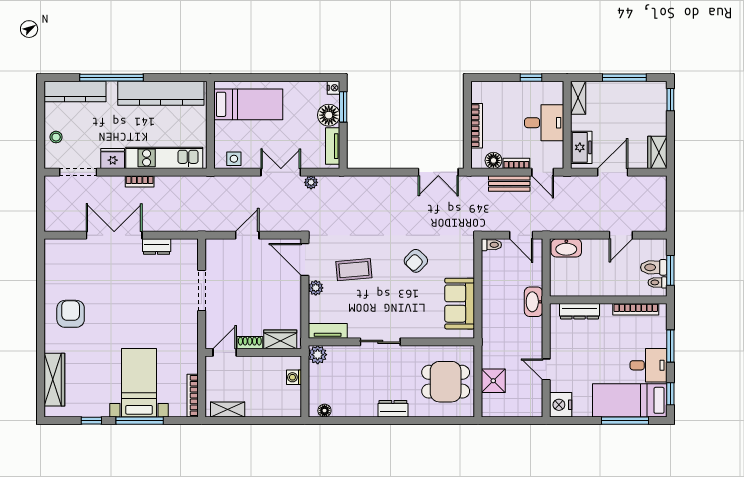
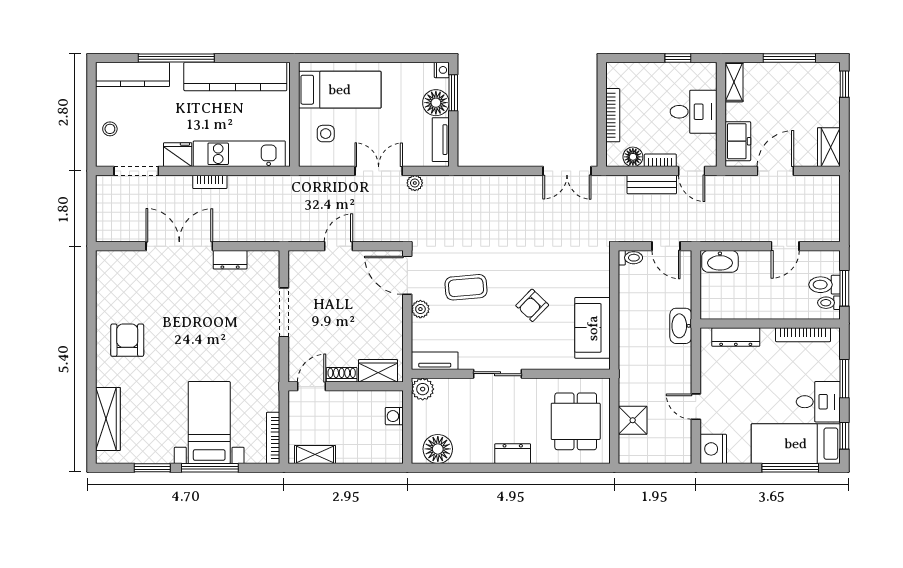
side table: (234, 159) -> (326, 134), moved
armchair: (416, 261) -> (532, 305), moved
dining table: (446, 382) -> (576, 421), turned 90
floor lamp: (324, 411) -> (438, 449), width x1.89, depth x1.89
window: (91, 421) -> (152, 468), width x1.50

